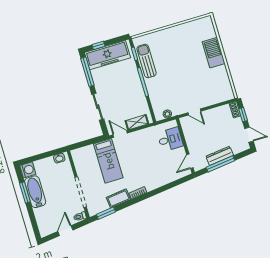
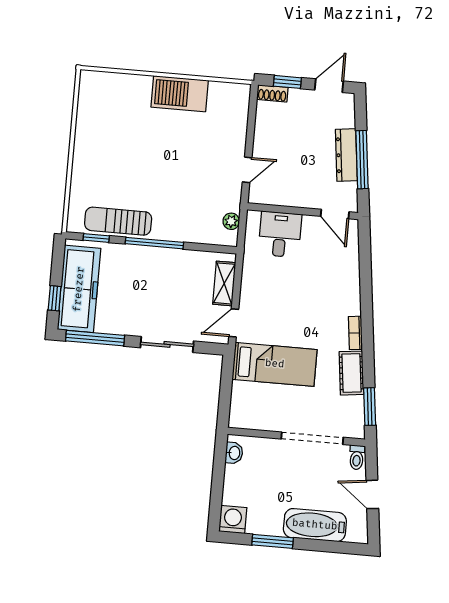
barbecue: (214, 53) -> (180, 94), moved
bathtub: (35, 192) -> (315, 525), moved

